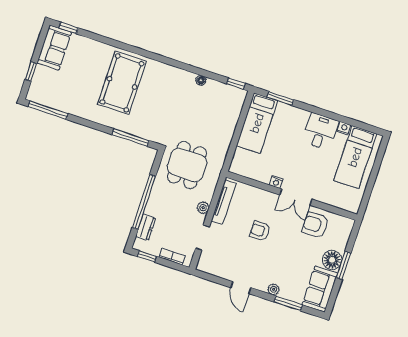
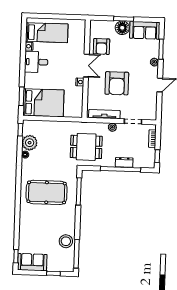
pool table: (122, 83) -> (47, 192), moved
plant: (215, 91) -> (30, 143), added
stool: (69, 101) -> (66, 241), added
bed: (257, 123) -> (43, 103), width x1.50
dresser: (146, 227) -> (124, 162), moved
armchair: (260, 231) -> (117, 83), width x1.88, depth x1.88

